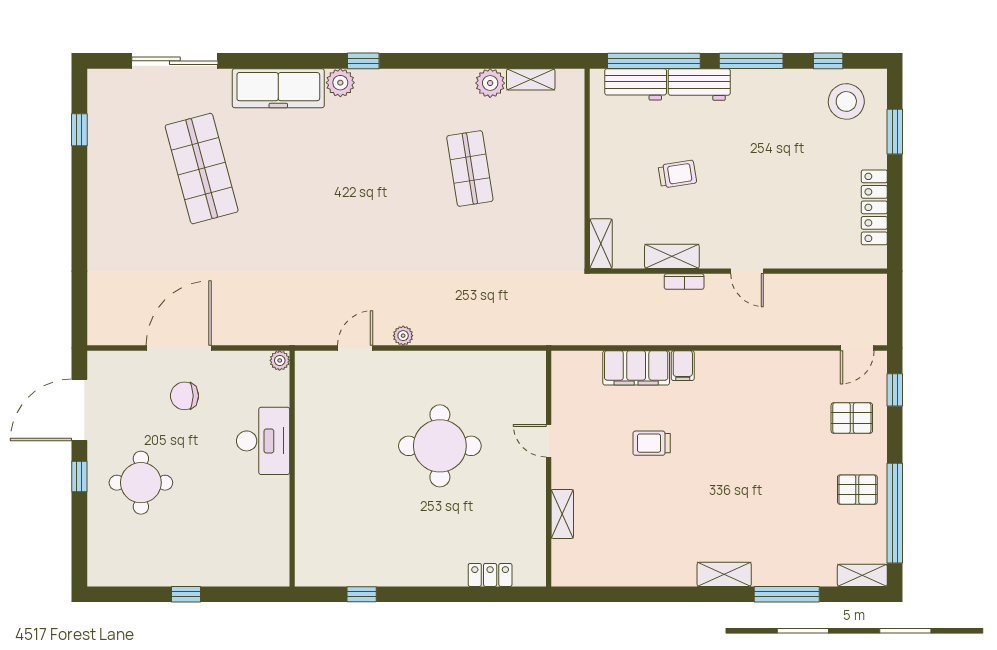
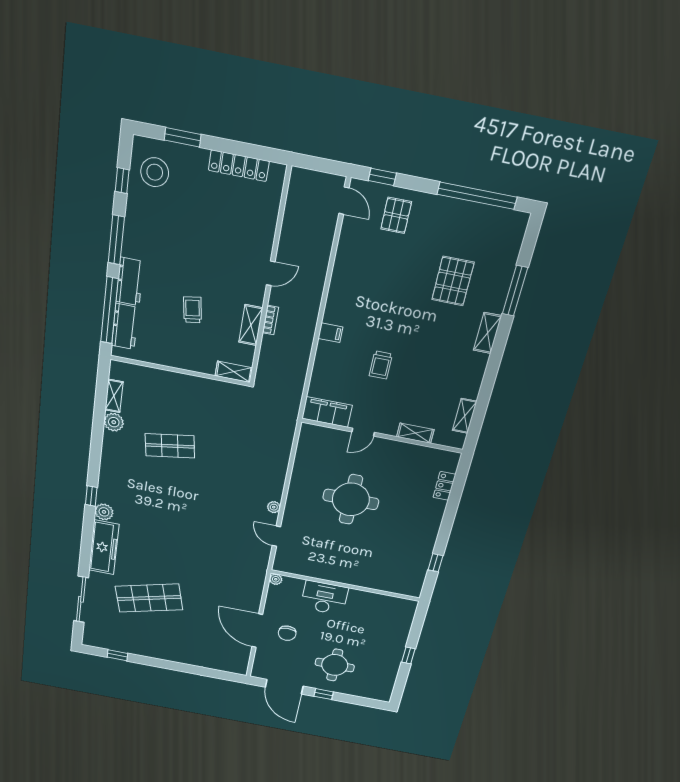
filing cabinet: (636, 368) -> (327, 412), moved, turned -90
pallet: (857, 490) -> (453, 281), moved, width x1.50, depth x1.42
shelving: (862, 575) -> (465, 416), moved

